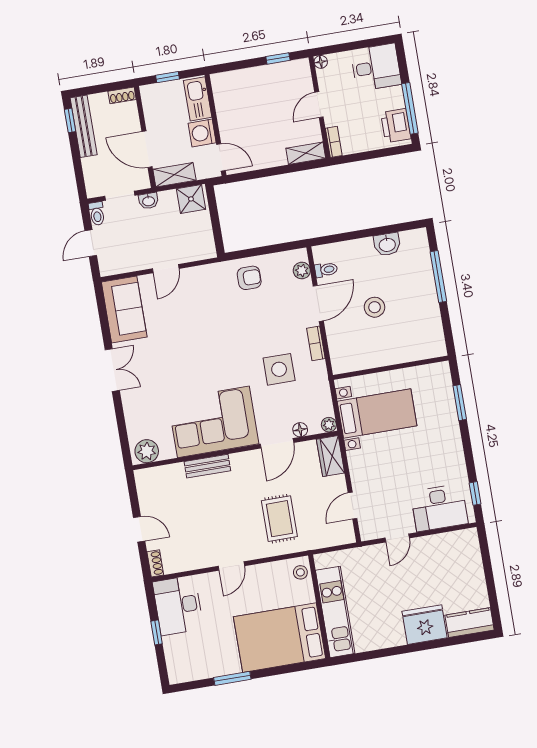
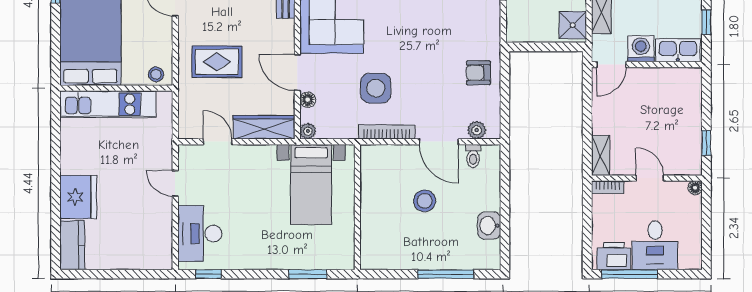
desk: (376, 67) -> (655, 245), moved
armchair: (249, 278) -> (478, 73), turned 90
bookcase: (316, 343) -> (387, 132), width x1.56
wardrobe: (330, 456) -> (264, 127), width x1.50

